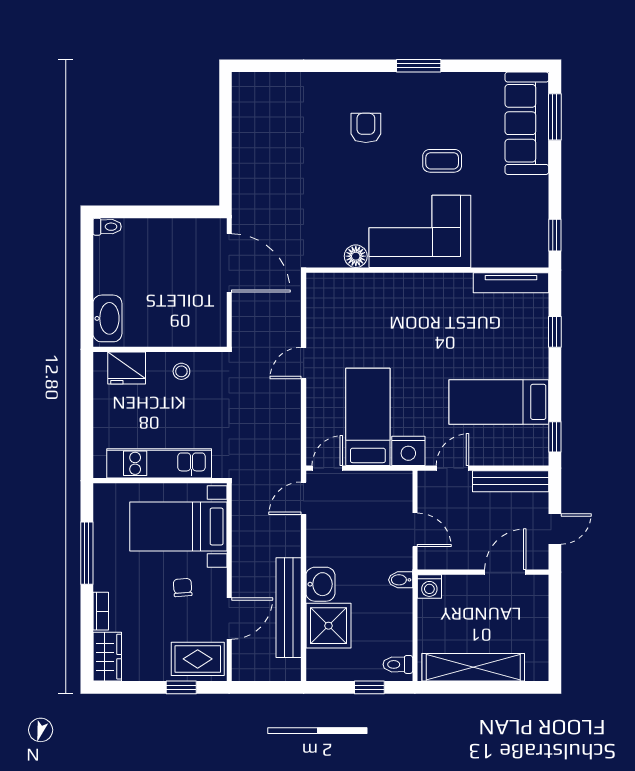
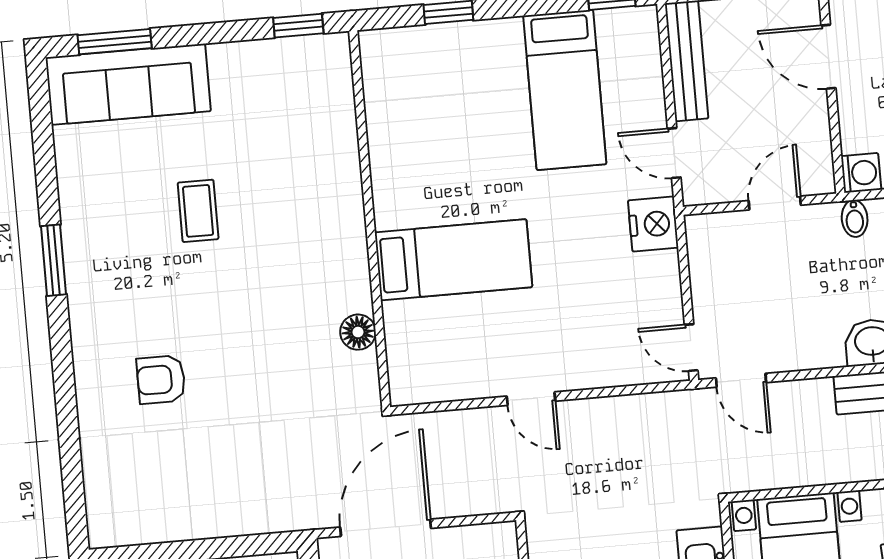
armchair: (366, 128) -> (161, 380), moved
corner sofa: (420, 231) -> (311, 236), removed
tv unit: (511, 283) -> (378, 87), removed
bed: (368, 417) -> (454, 260), moved, turned 180

